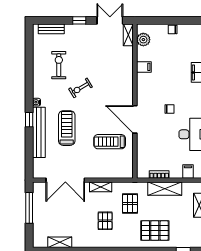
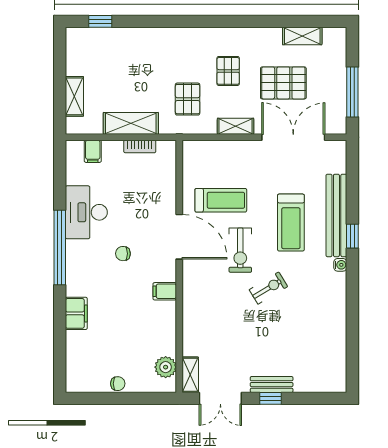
bench: (51, 29) -> (272, 385), moved
exercise bike: (59, 65) -> (240, 250), moved
filing cabinet: (144, 67) -> (165, 291), moved
pallet: (155, 231) -> (283, 83), moved

